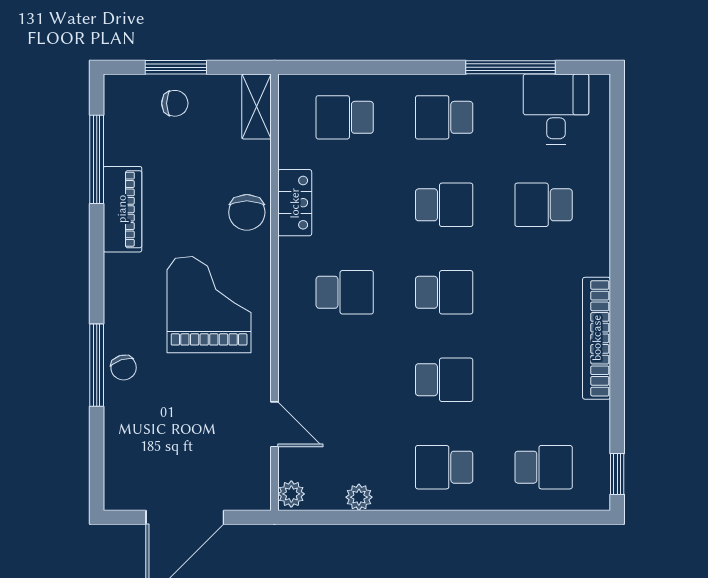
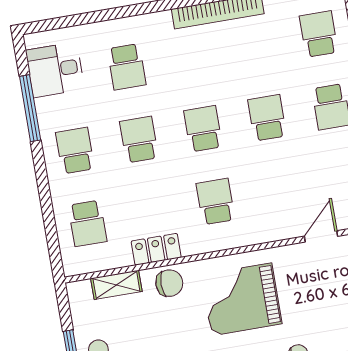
shelving: (257, 107) -> (116, 285), moved
school desk: (444, 117) -> (75, 151), turned 180

